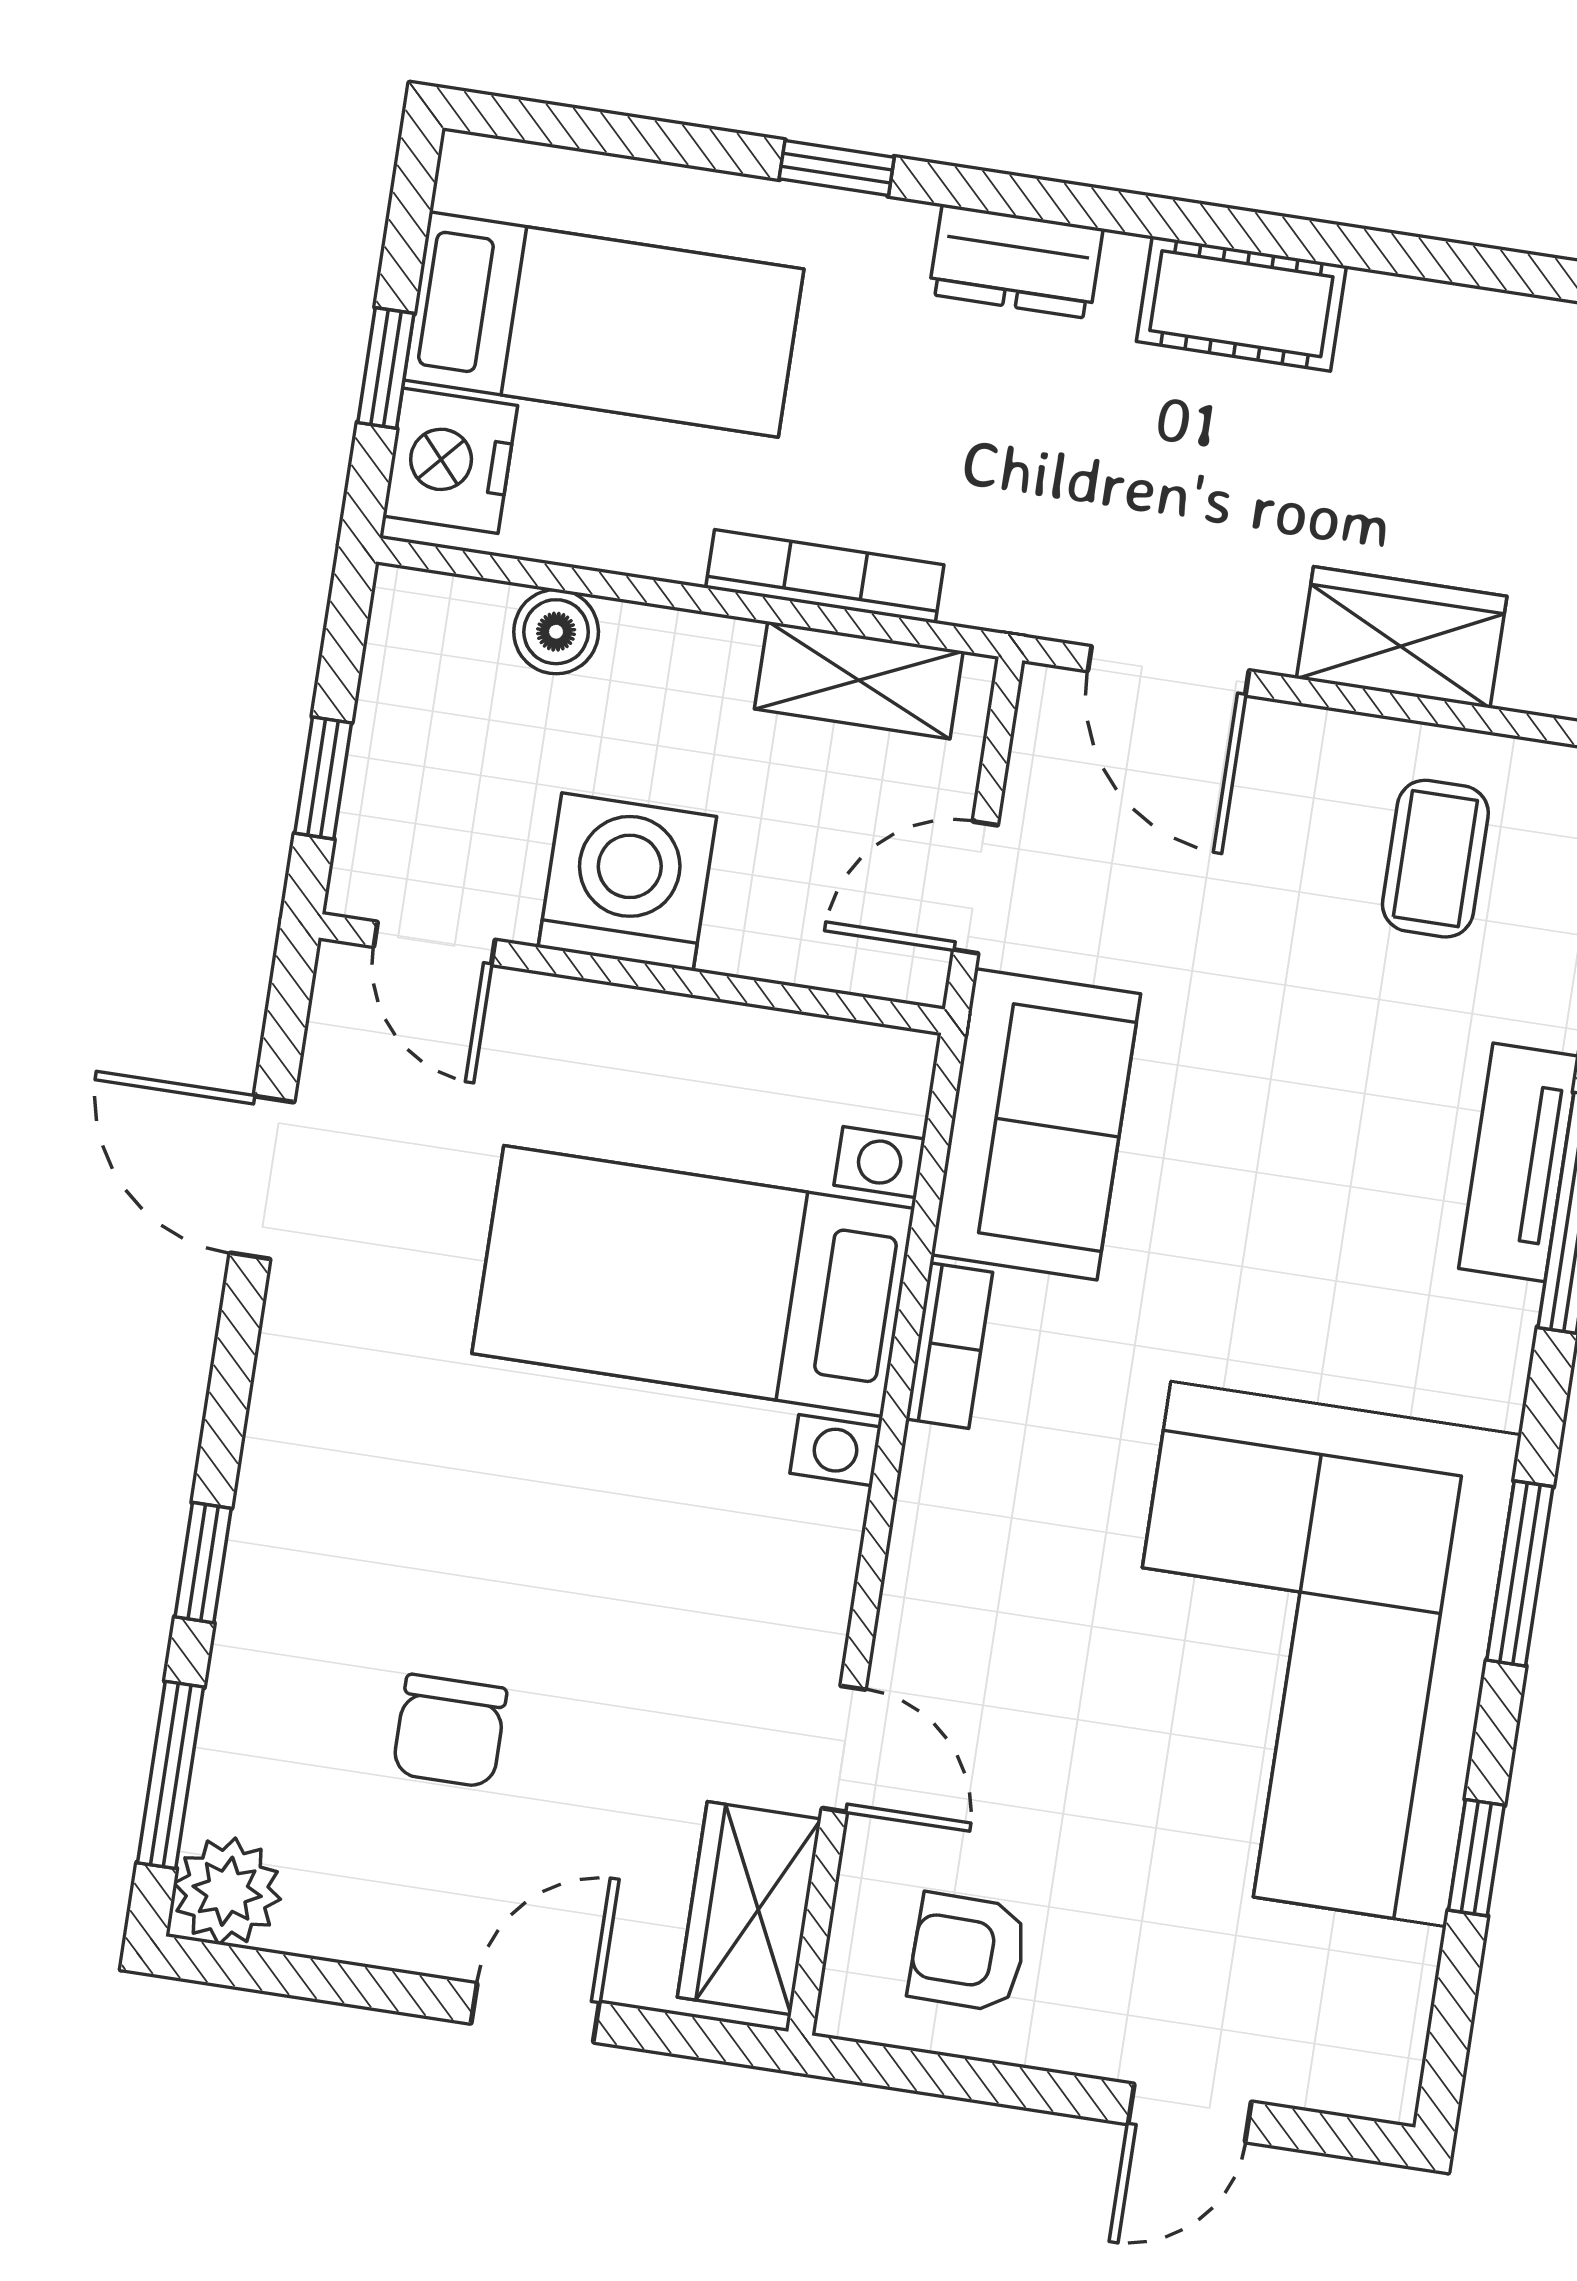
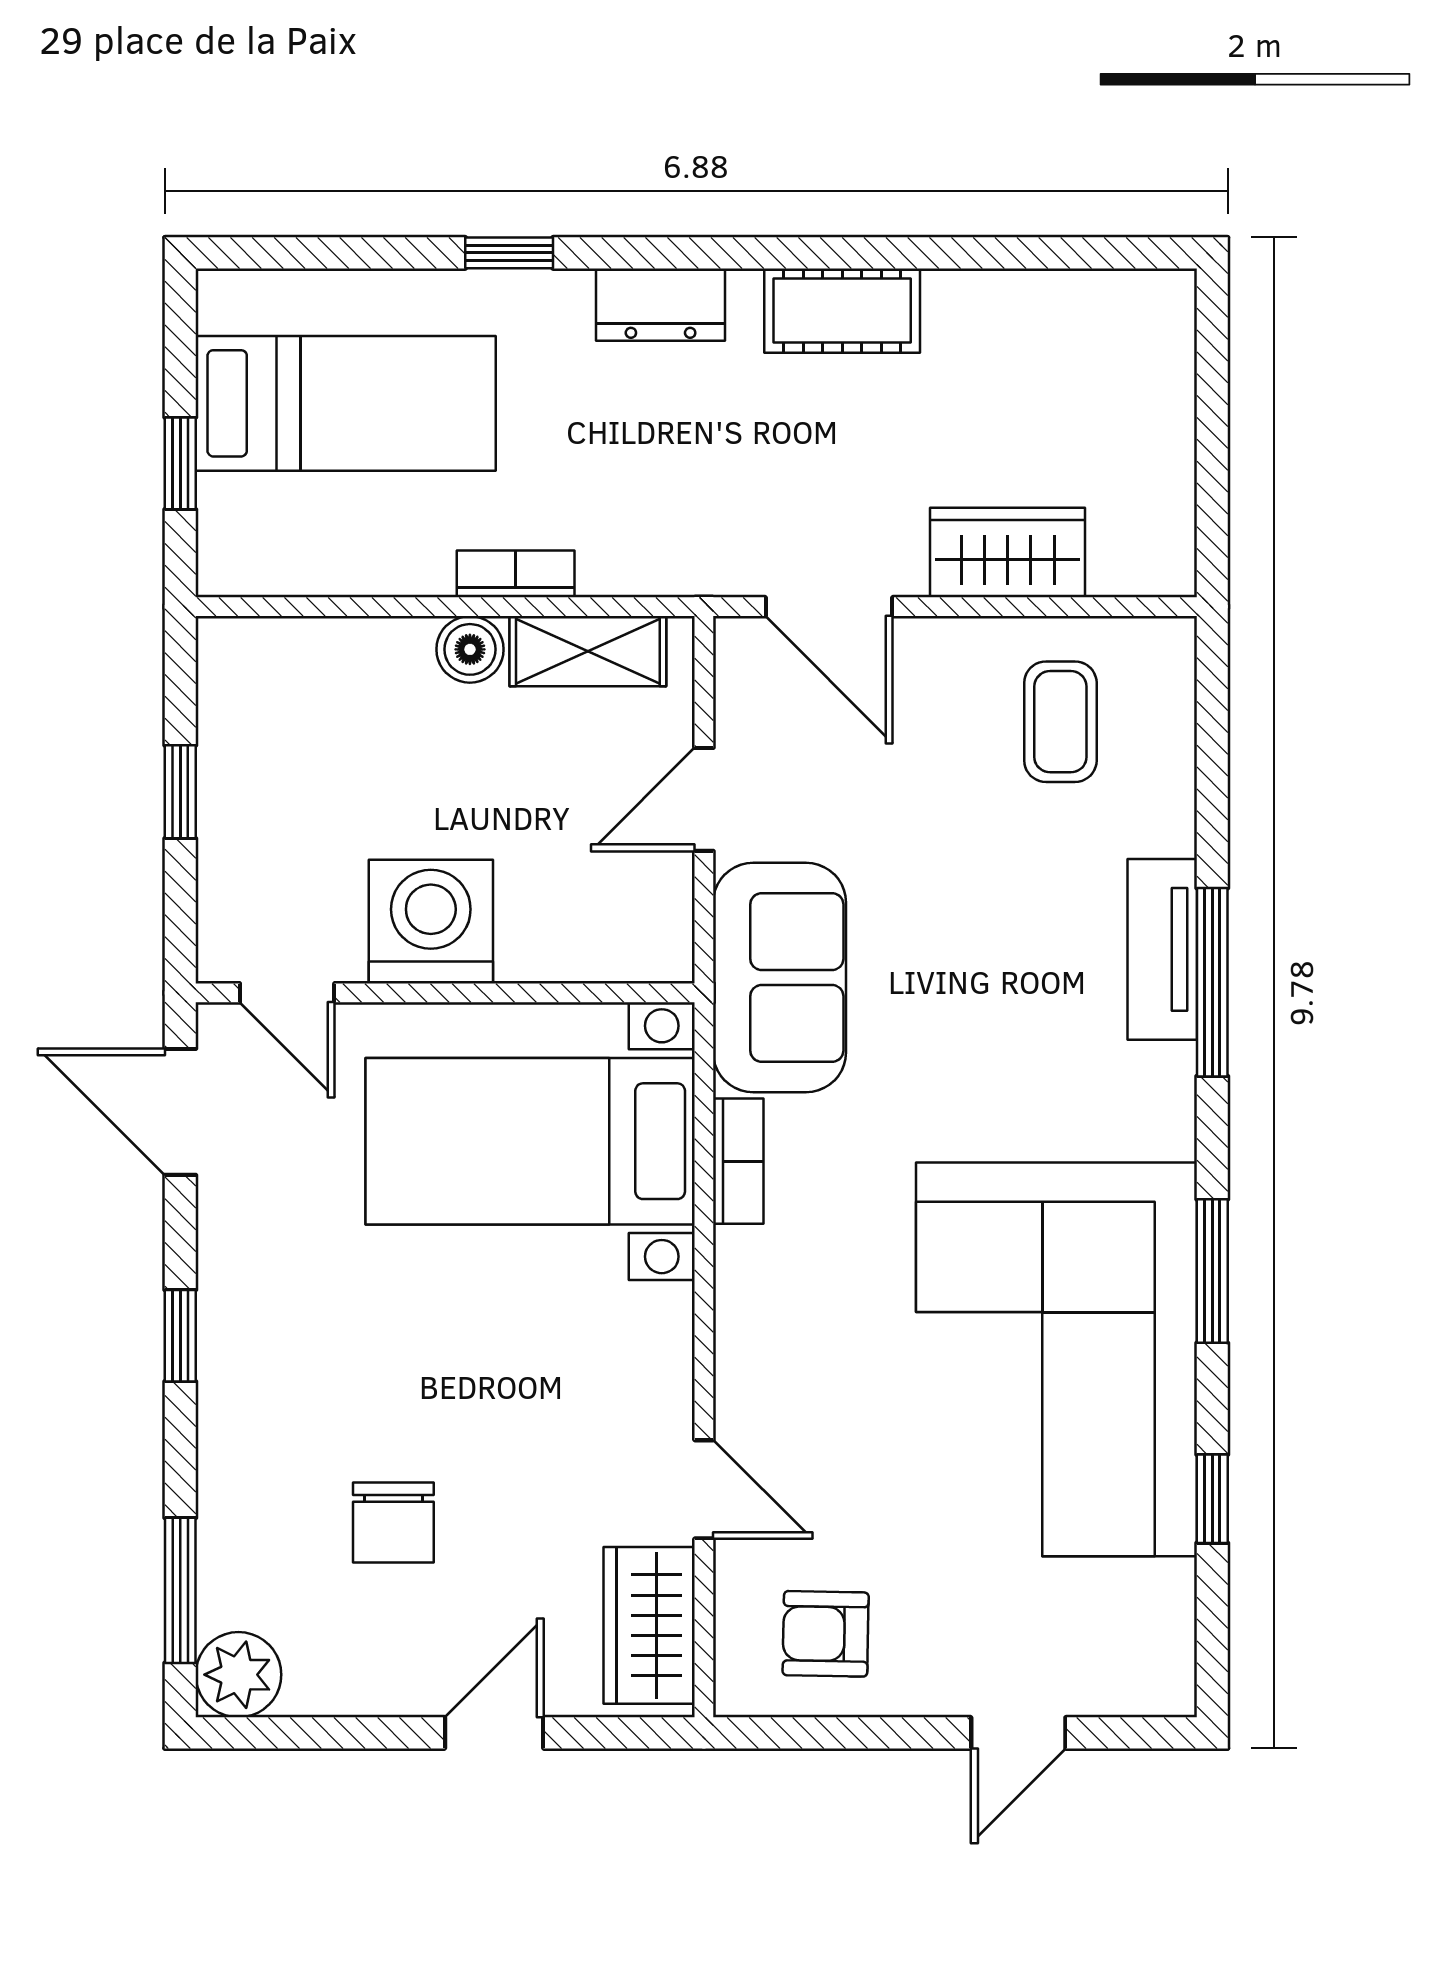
nightstand: (450, 461) -> (242, 528), removed
bookcase: (825, 576) -> (516, 574), width x0.64
boiler: (556, 632) -> (470, 649), moved
washing machine: (627, 882) -> (431, 922), moved
door: (434, 943) -> (287, 993), moved
wall: (632, 974) -> (445, 993), moved
window: (203, 1563) -> (180, 1336), moved

